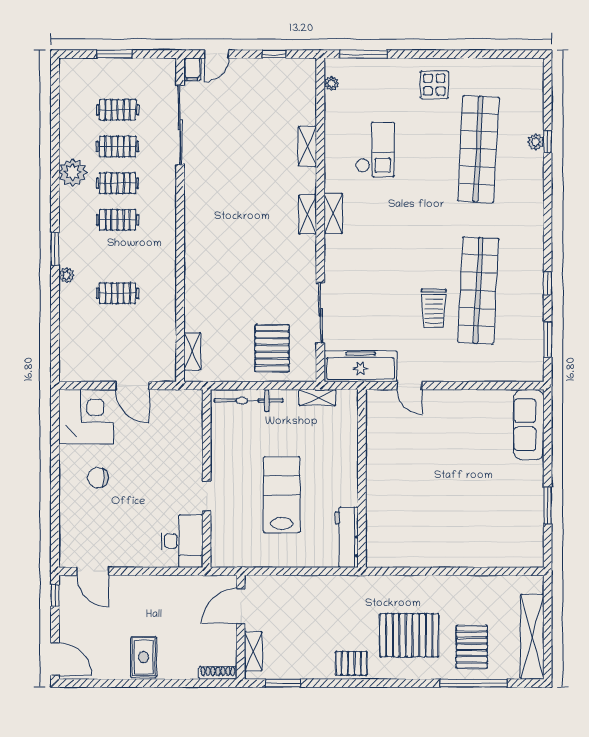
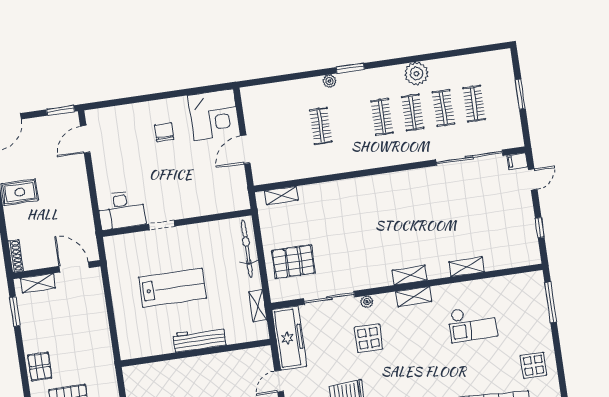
door: (217, 54) -> (533, 180), swing flipped
plant: (331, 83) -> (367, 302), moved
display table: (374, 273) -> (369, 338), added
workbench: (347, 537) -> (199, 339), moved
window: (55, 595) -> (61, 110), width x1.50

